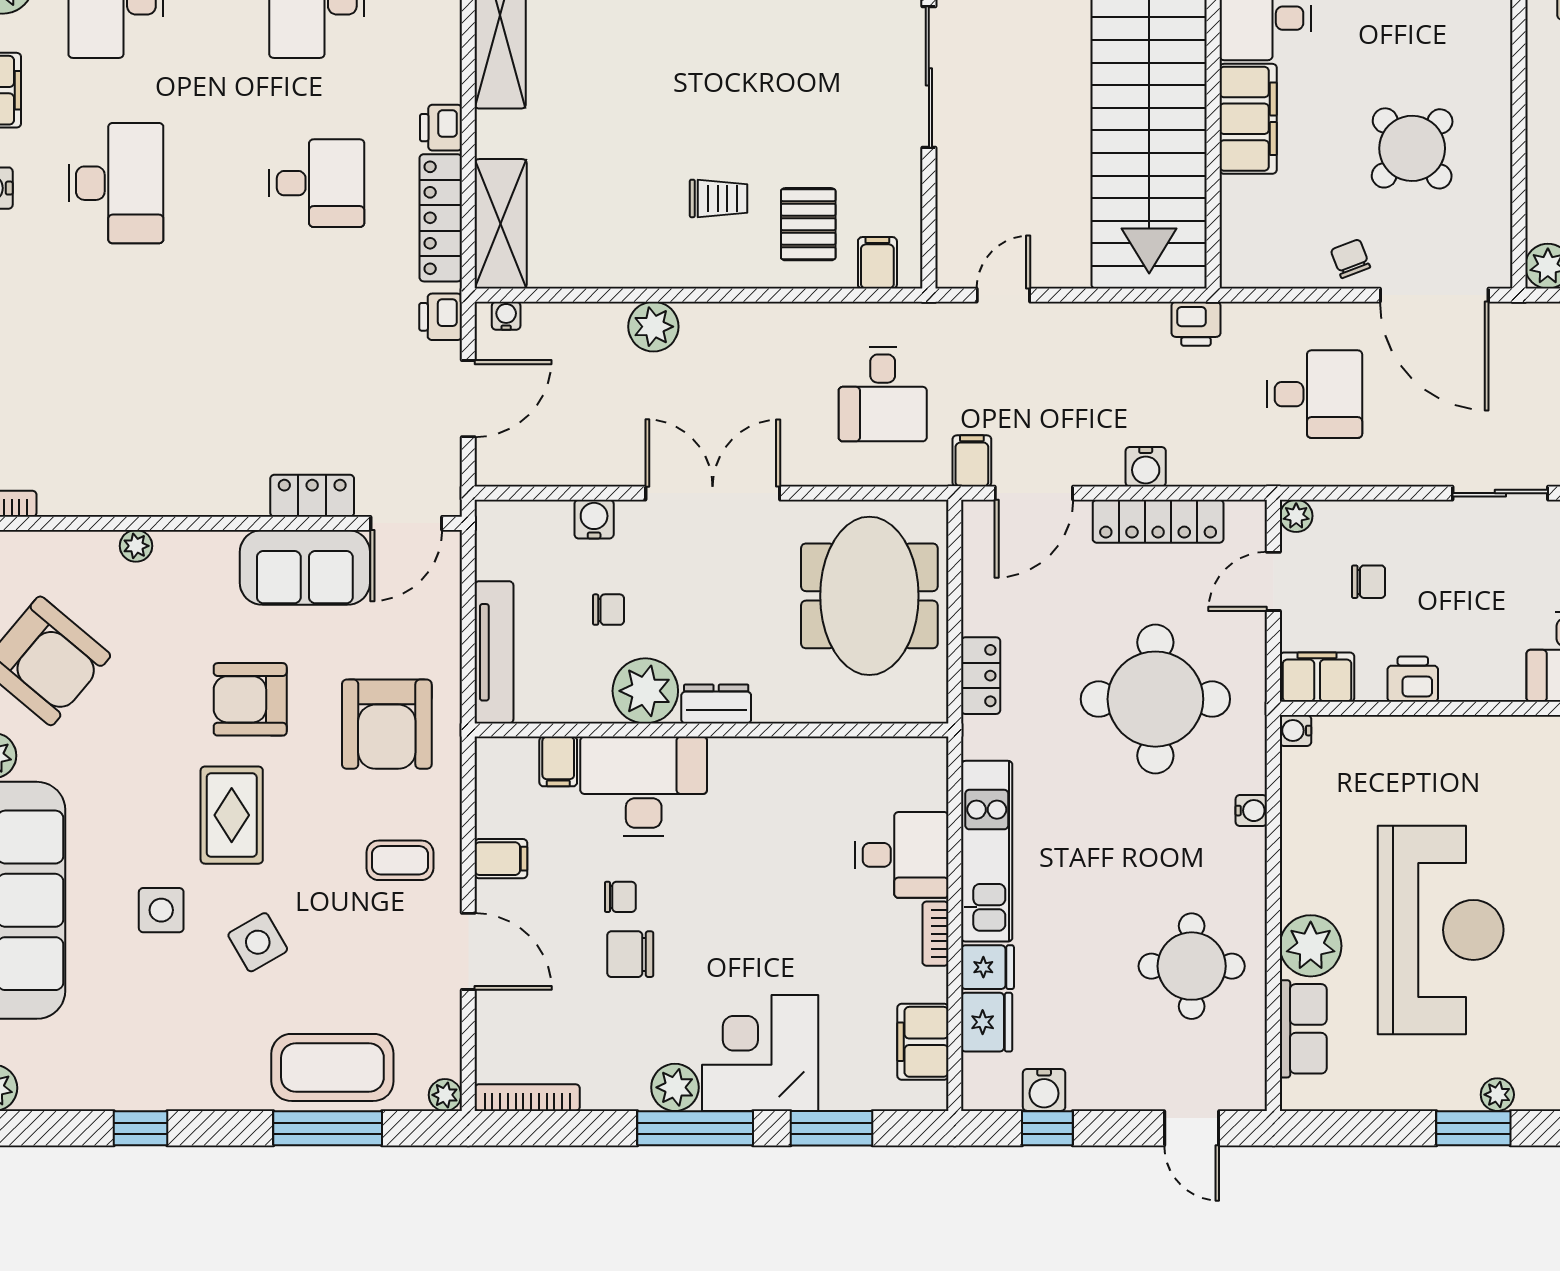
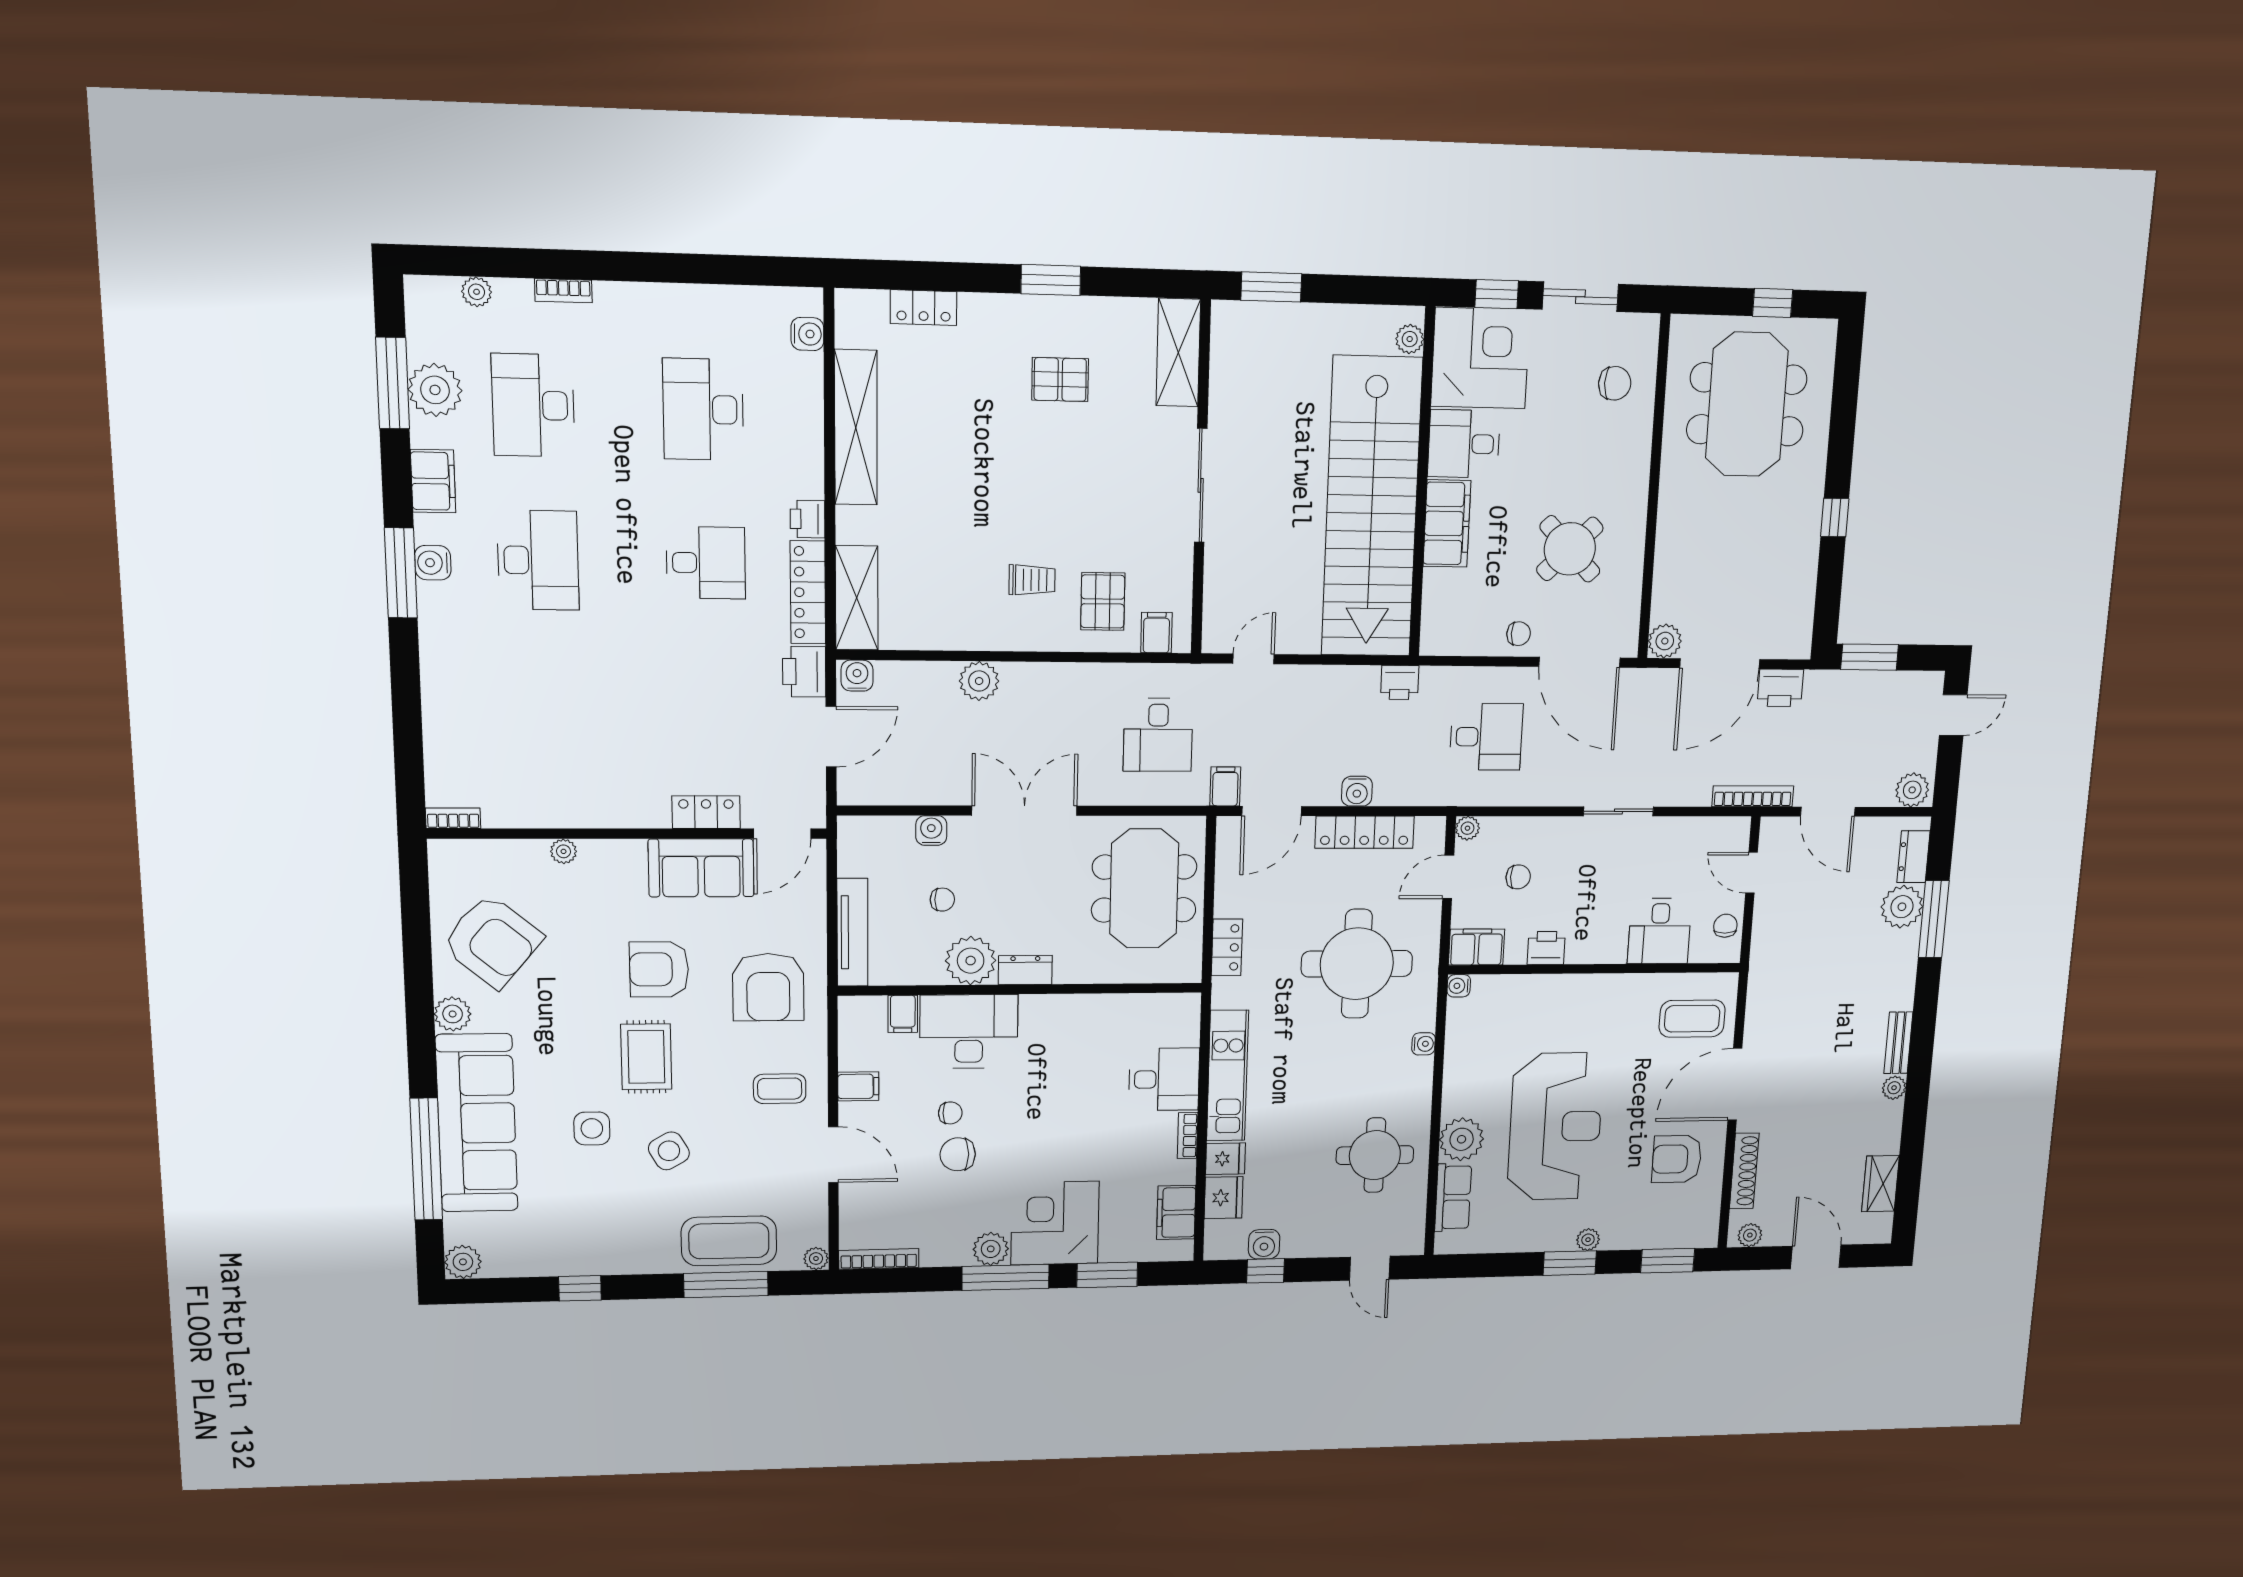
chair: (1350, 259) -> (1519, 634), turned 111
water cooler: (506, 316) -> (857, 676), width x1.38, depth x1.38
printer: (441, 317) -> (804, 672), width x1.36, depth x1.24

